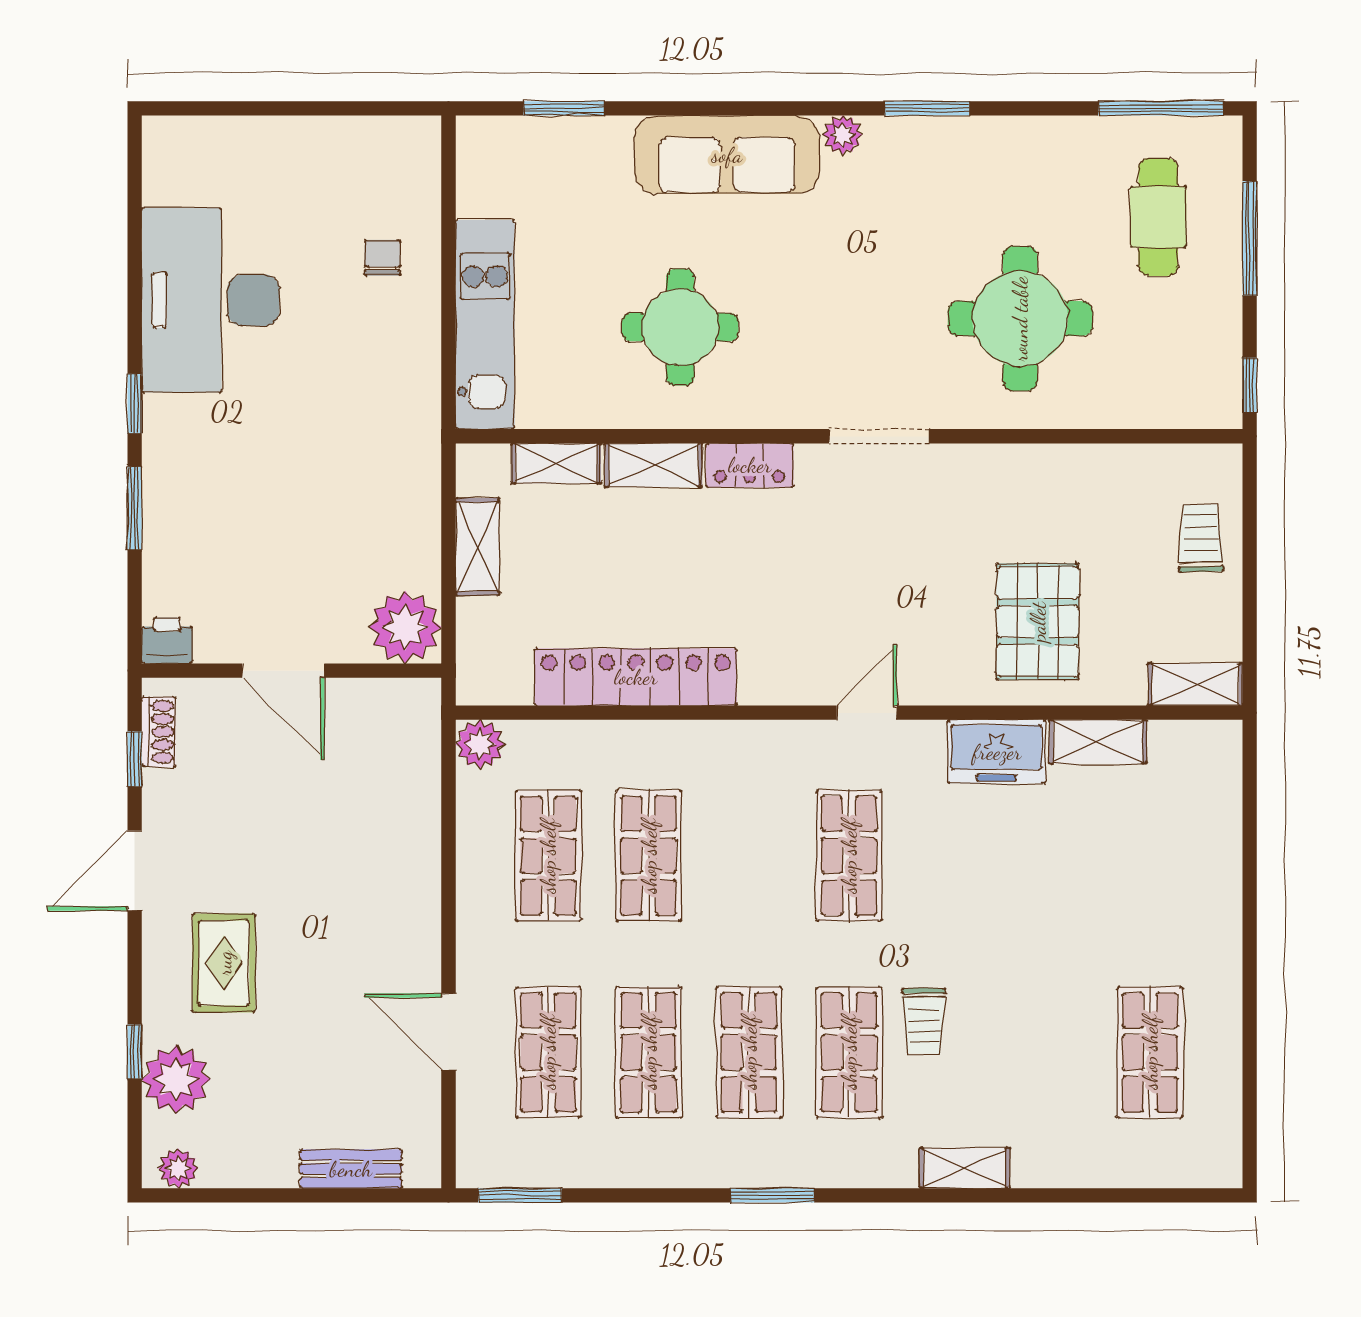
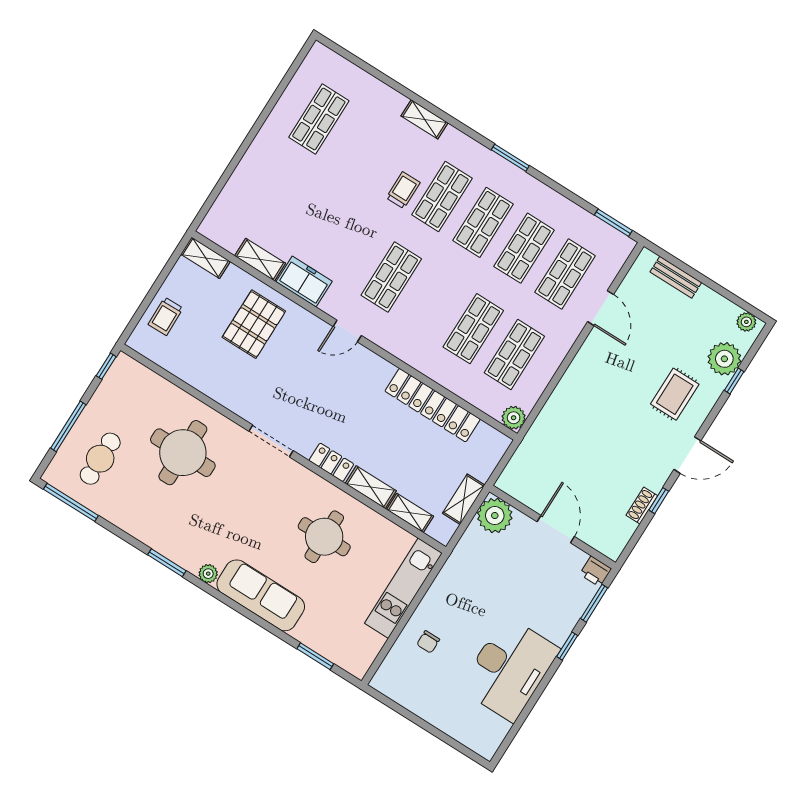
plant: (405, 627) -> (495, 516), moved
printer: (167, 640) -> (596, 571), moved
door: (283, 671) -> (556, 529), moved
wall: (292, 671) -> (552, 527), moved

